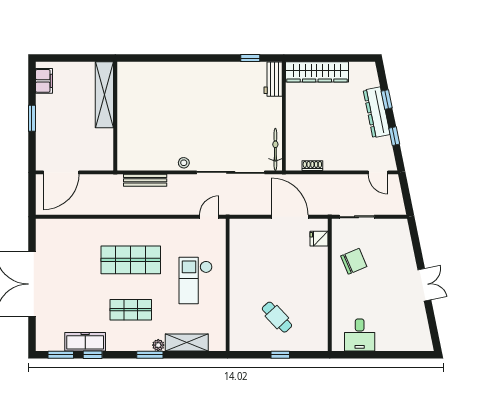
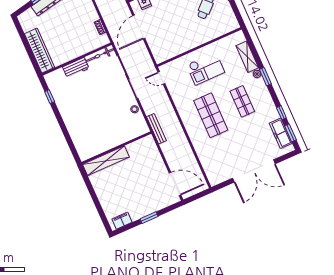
workbench: (273, 79) -> (76, 68), moved
shelving: (104, 95) -> (106, 161), moved
wall: (115, 116) -> (116, 148), moved
freezer: (85, 342) -> (281, 133), moved

